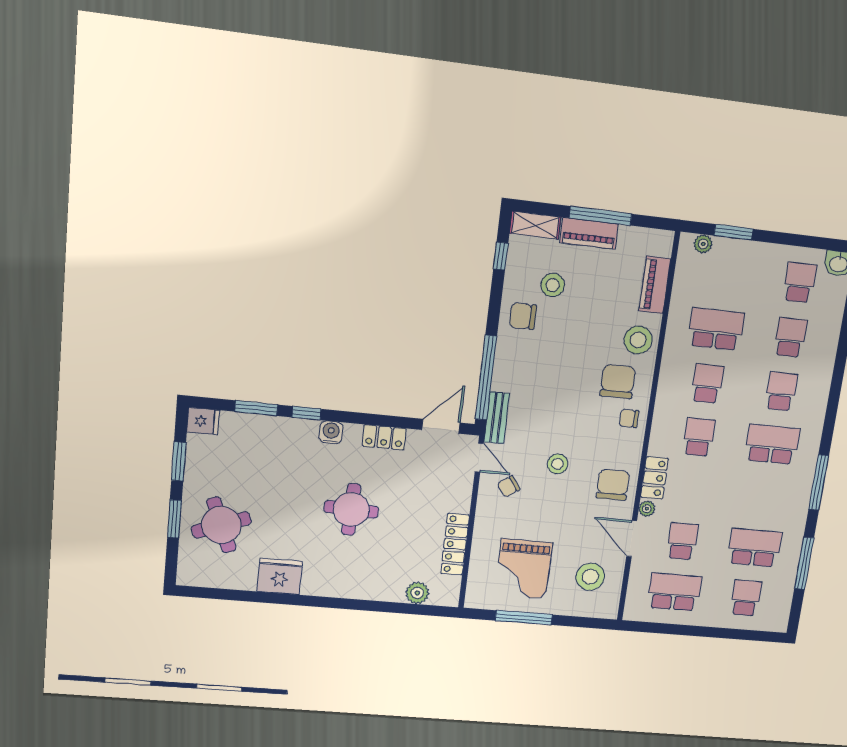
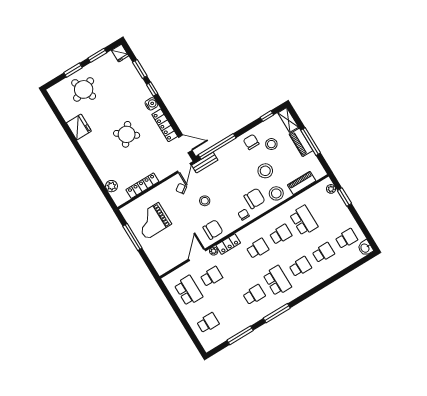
locker: (384, 437) -> (165, 125), width x1.53
round table: (351, 509) -> (127, 134), turned 35
school desk: (754, 548) -> (254, 295), moved, width x0.54
stool: (590, 577) -> (265, 171), moved

